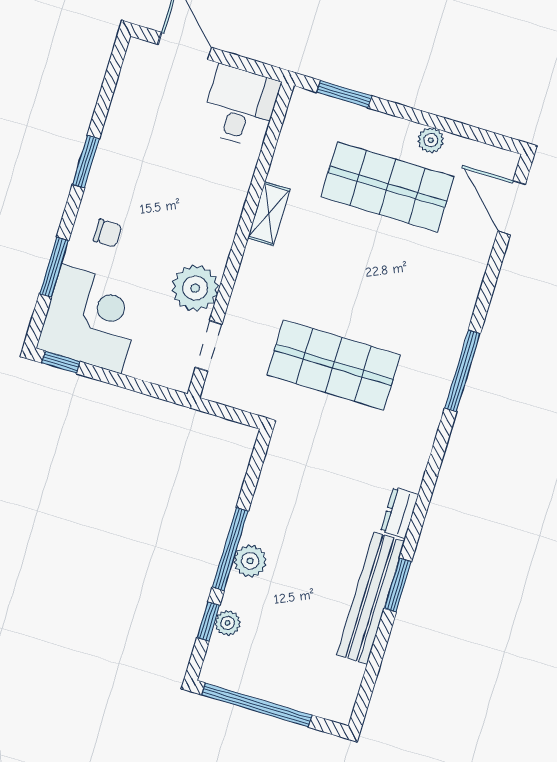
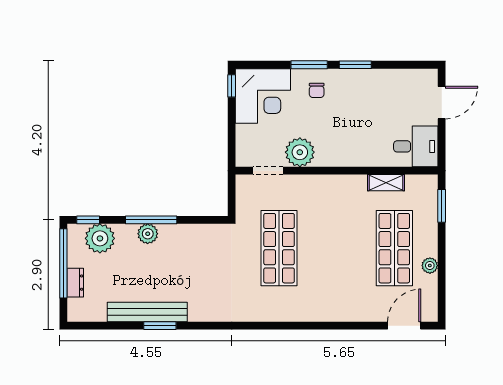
shelving: (269, 214) -> (386, 183), moved
window: (54, 267) -> (309, 65), moved
window: (462, 371) -> (299, 326), removed
dresser: (400, 513) -> (75, 283), moved, turned 90
window: (208, 622) -> (88, 220), moved
plant: (228, 623) -> (100, 238), width x1.88, depth x1.88

